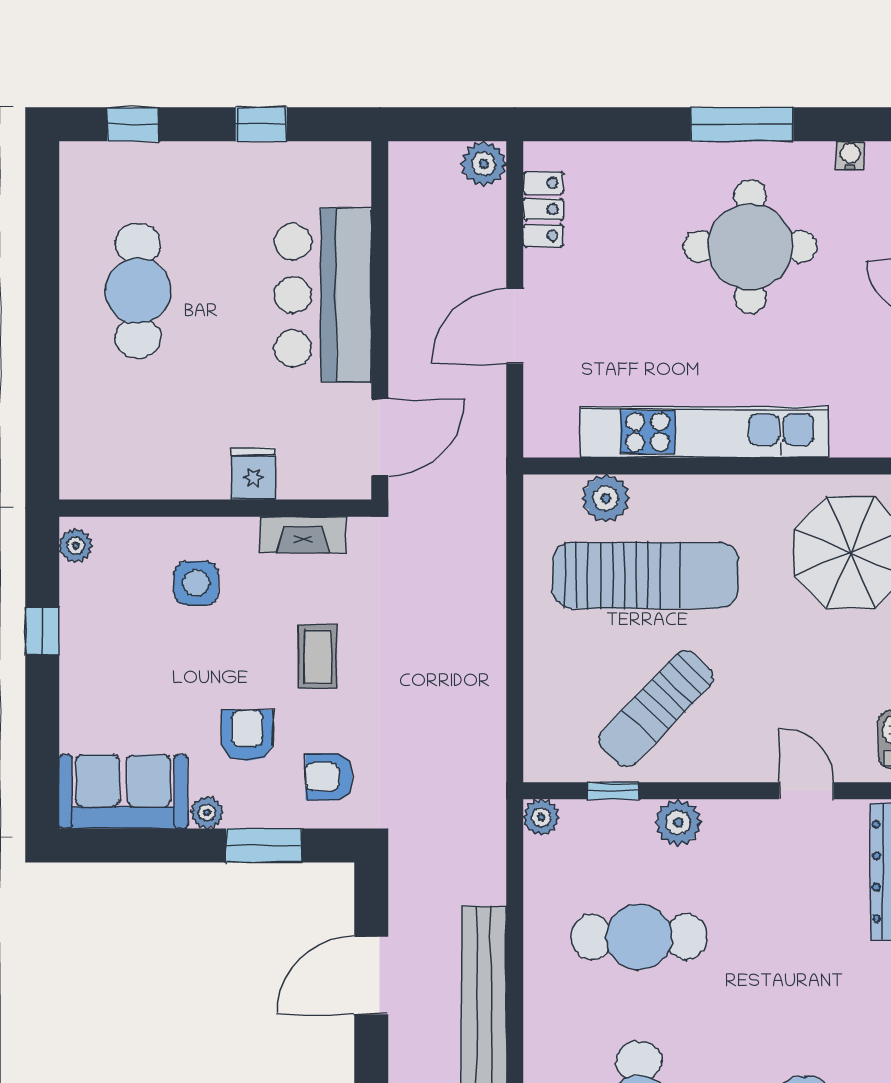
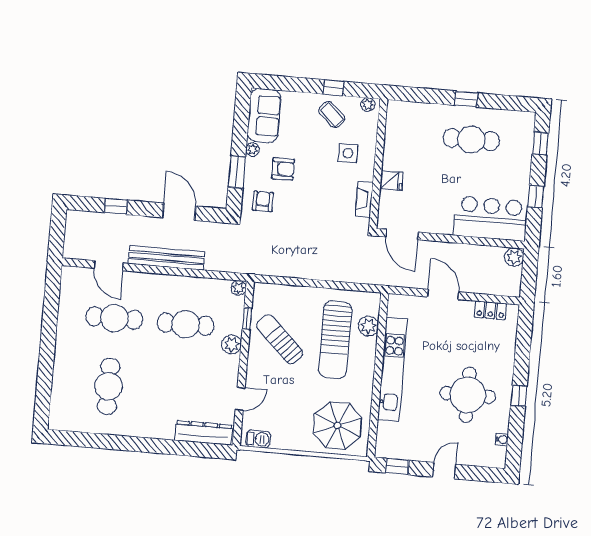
window: (742, 124) -> (519, 396), width x0.46
plant: (484, 164) -> (514, 257), moved
bar counter: (323, 295) -> (491, 218), moved
window: (42, 311) -> (466, 99), added
coffee table: (318, 657) -> (332, 115), moved, turned 42
cafe table: (639, 937) -> (186, 324), turned 90

